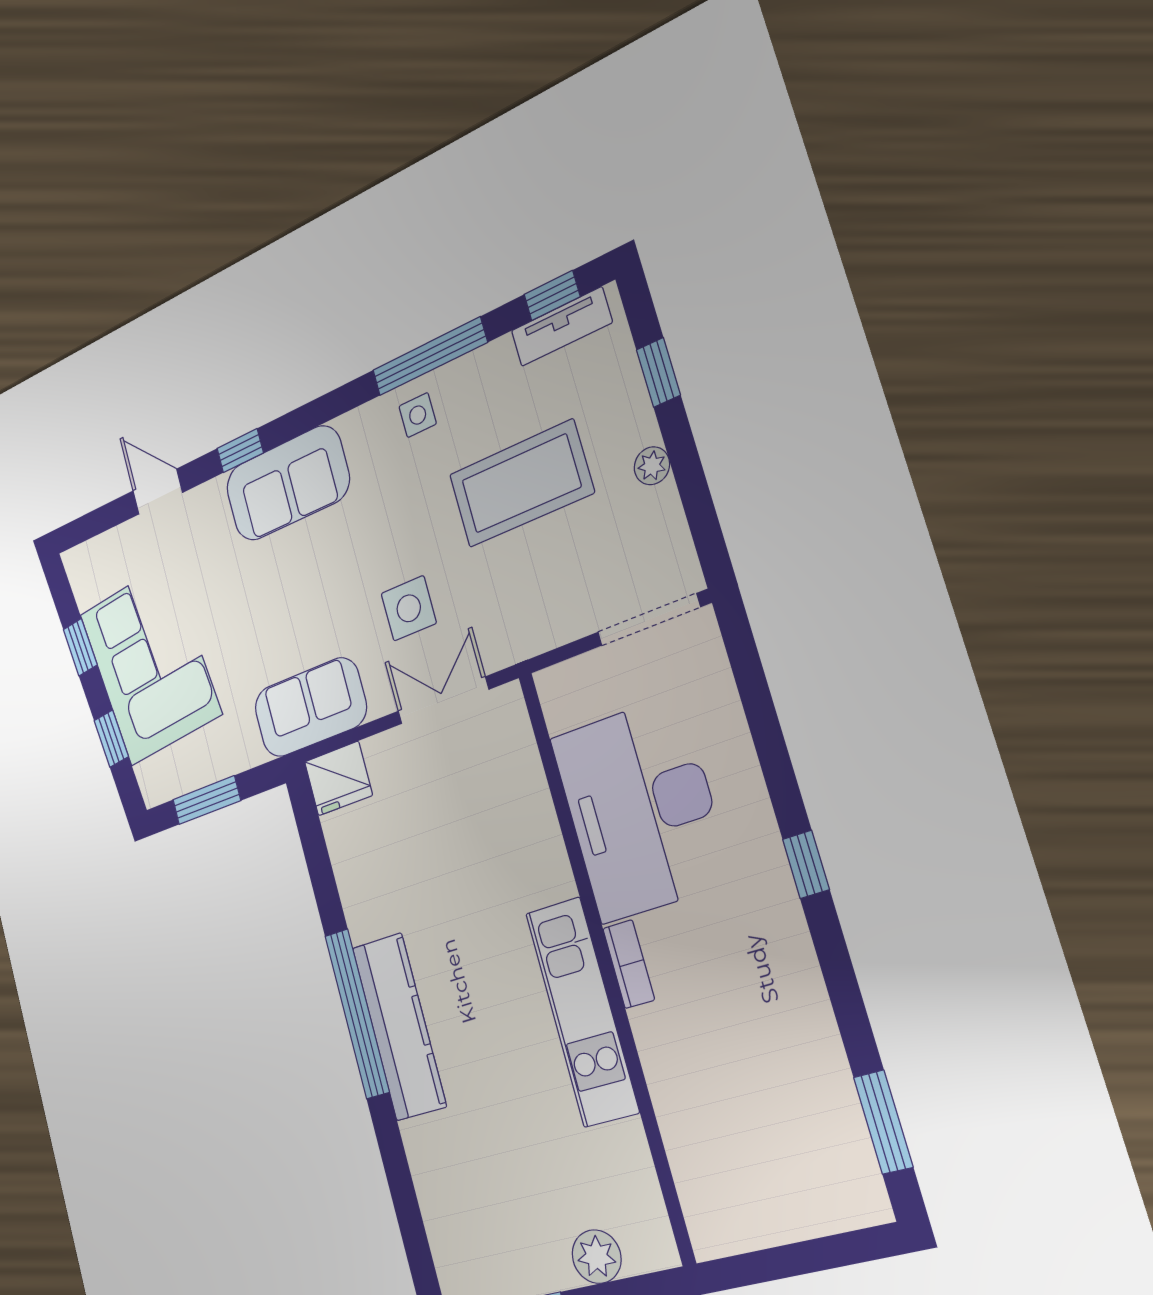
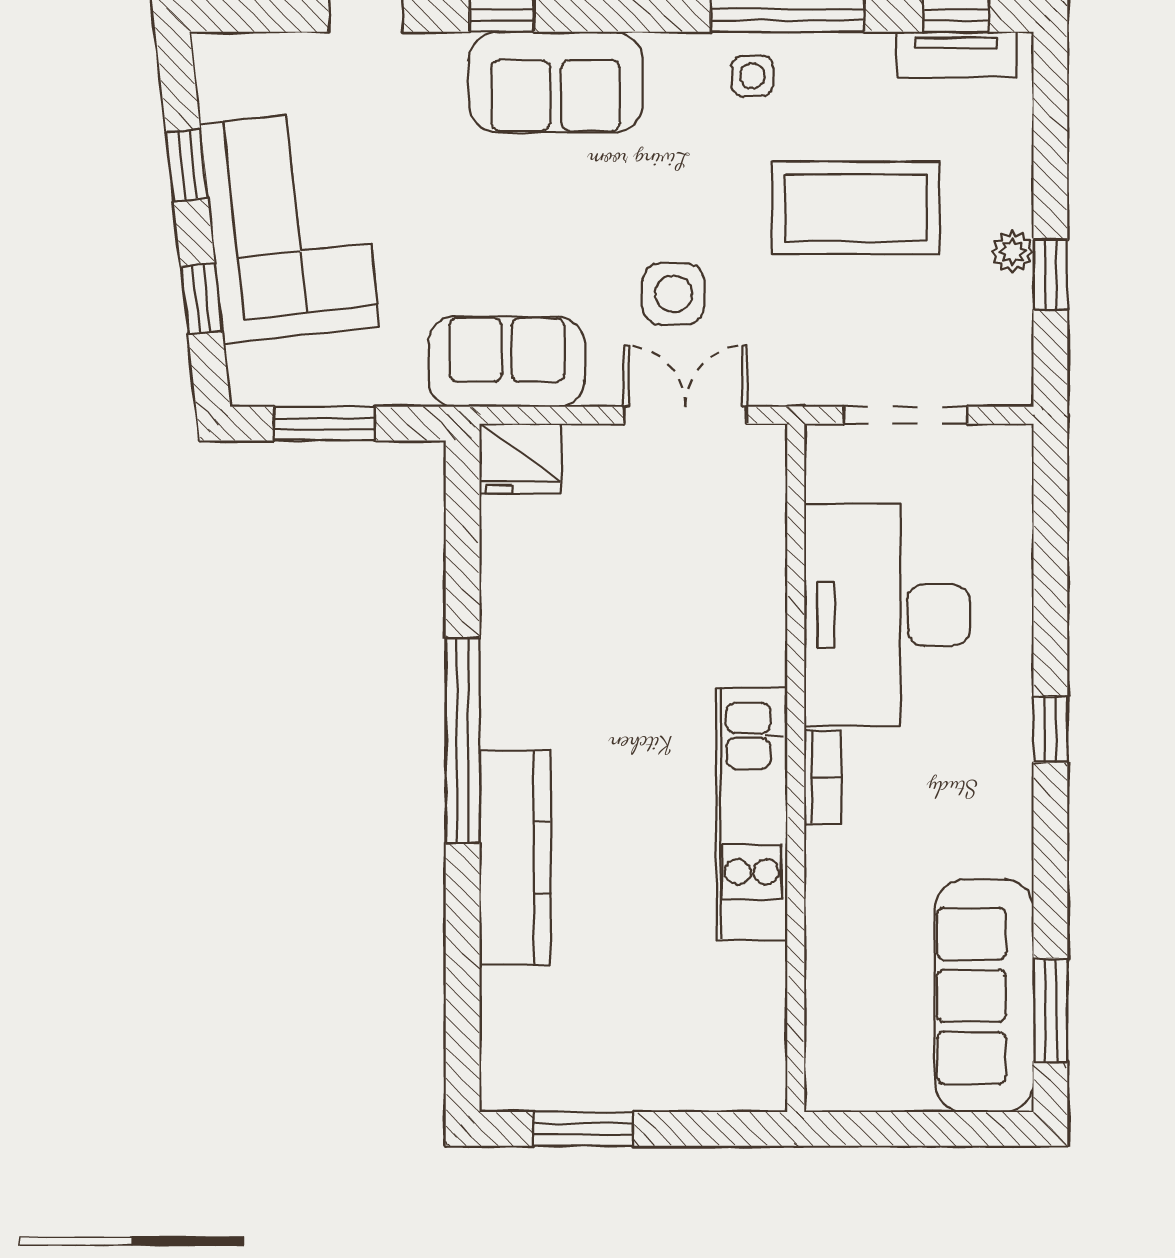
window: (658, 372) -> (1050, 274), moved
doorway: (649, 620) -> (905, 415), moved
kitchen counter: (399, 1027) -> (515, 858), moved
sofa: (820, 1123) -> (984, 996), added
plant: (597, 1257) -> (689, 1082), removed

